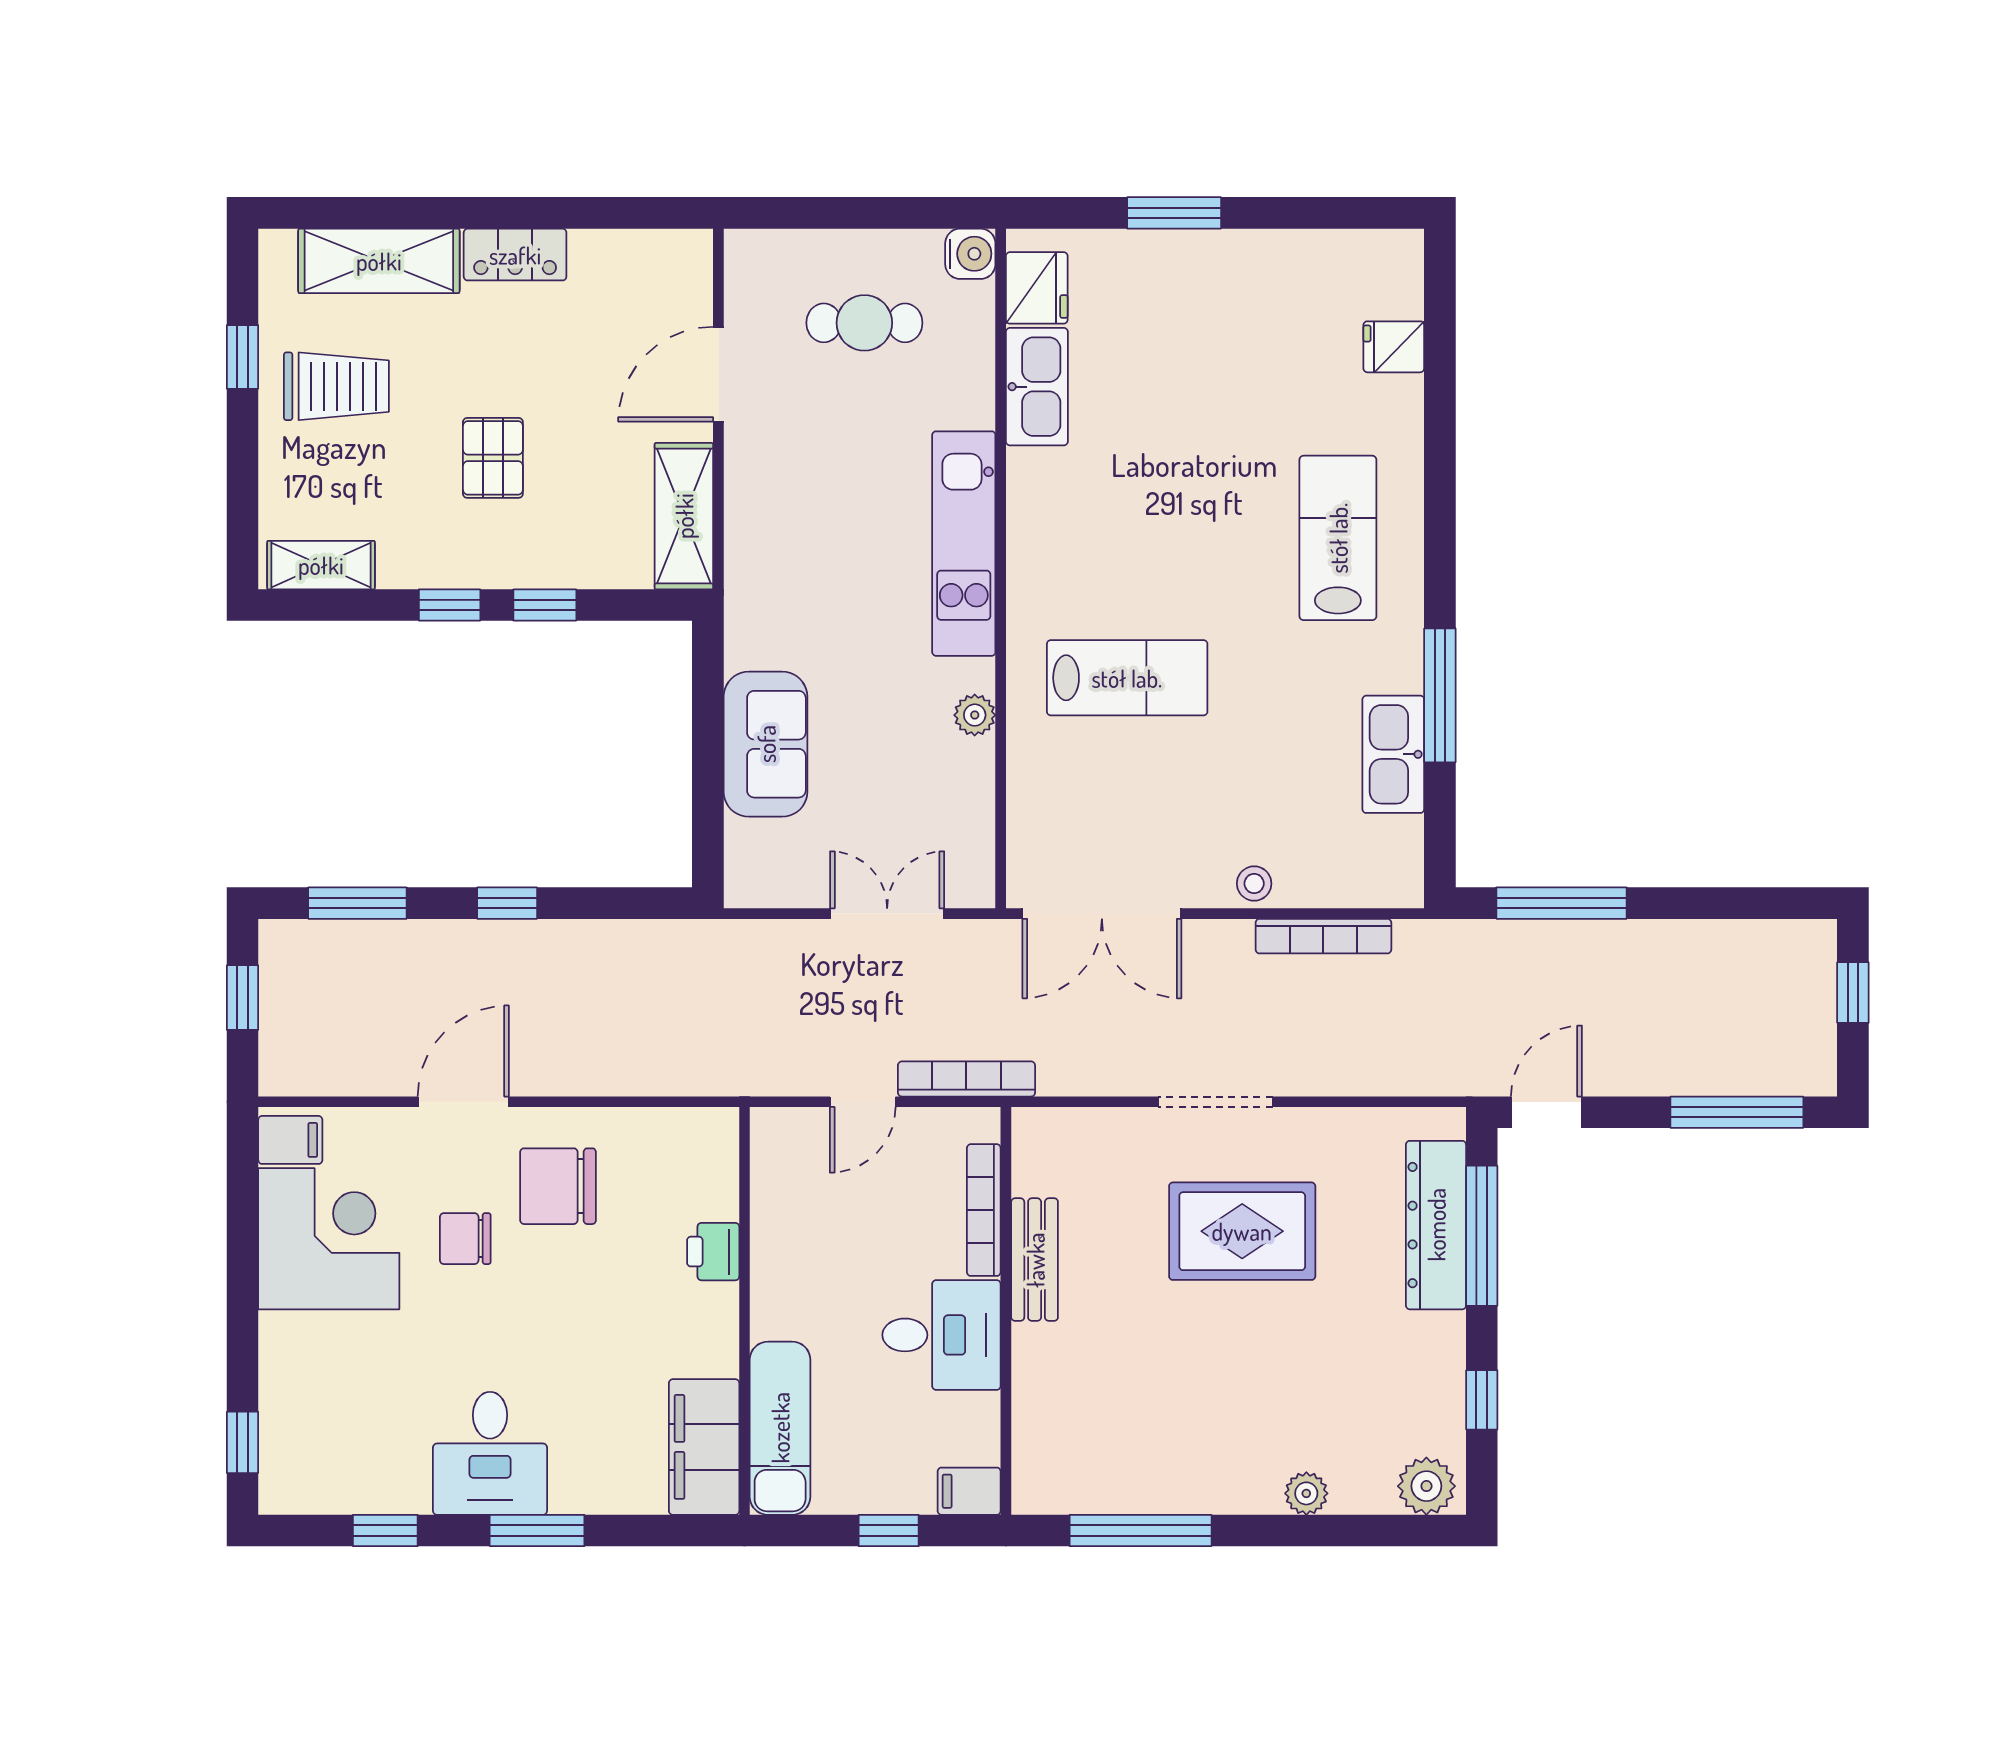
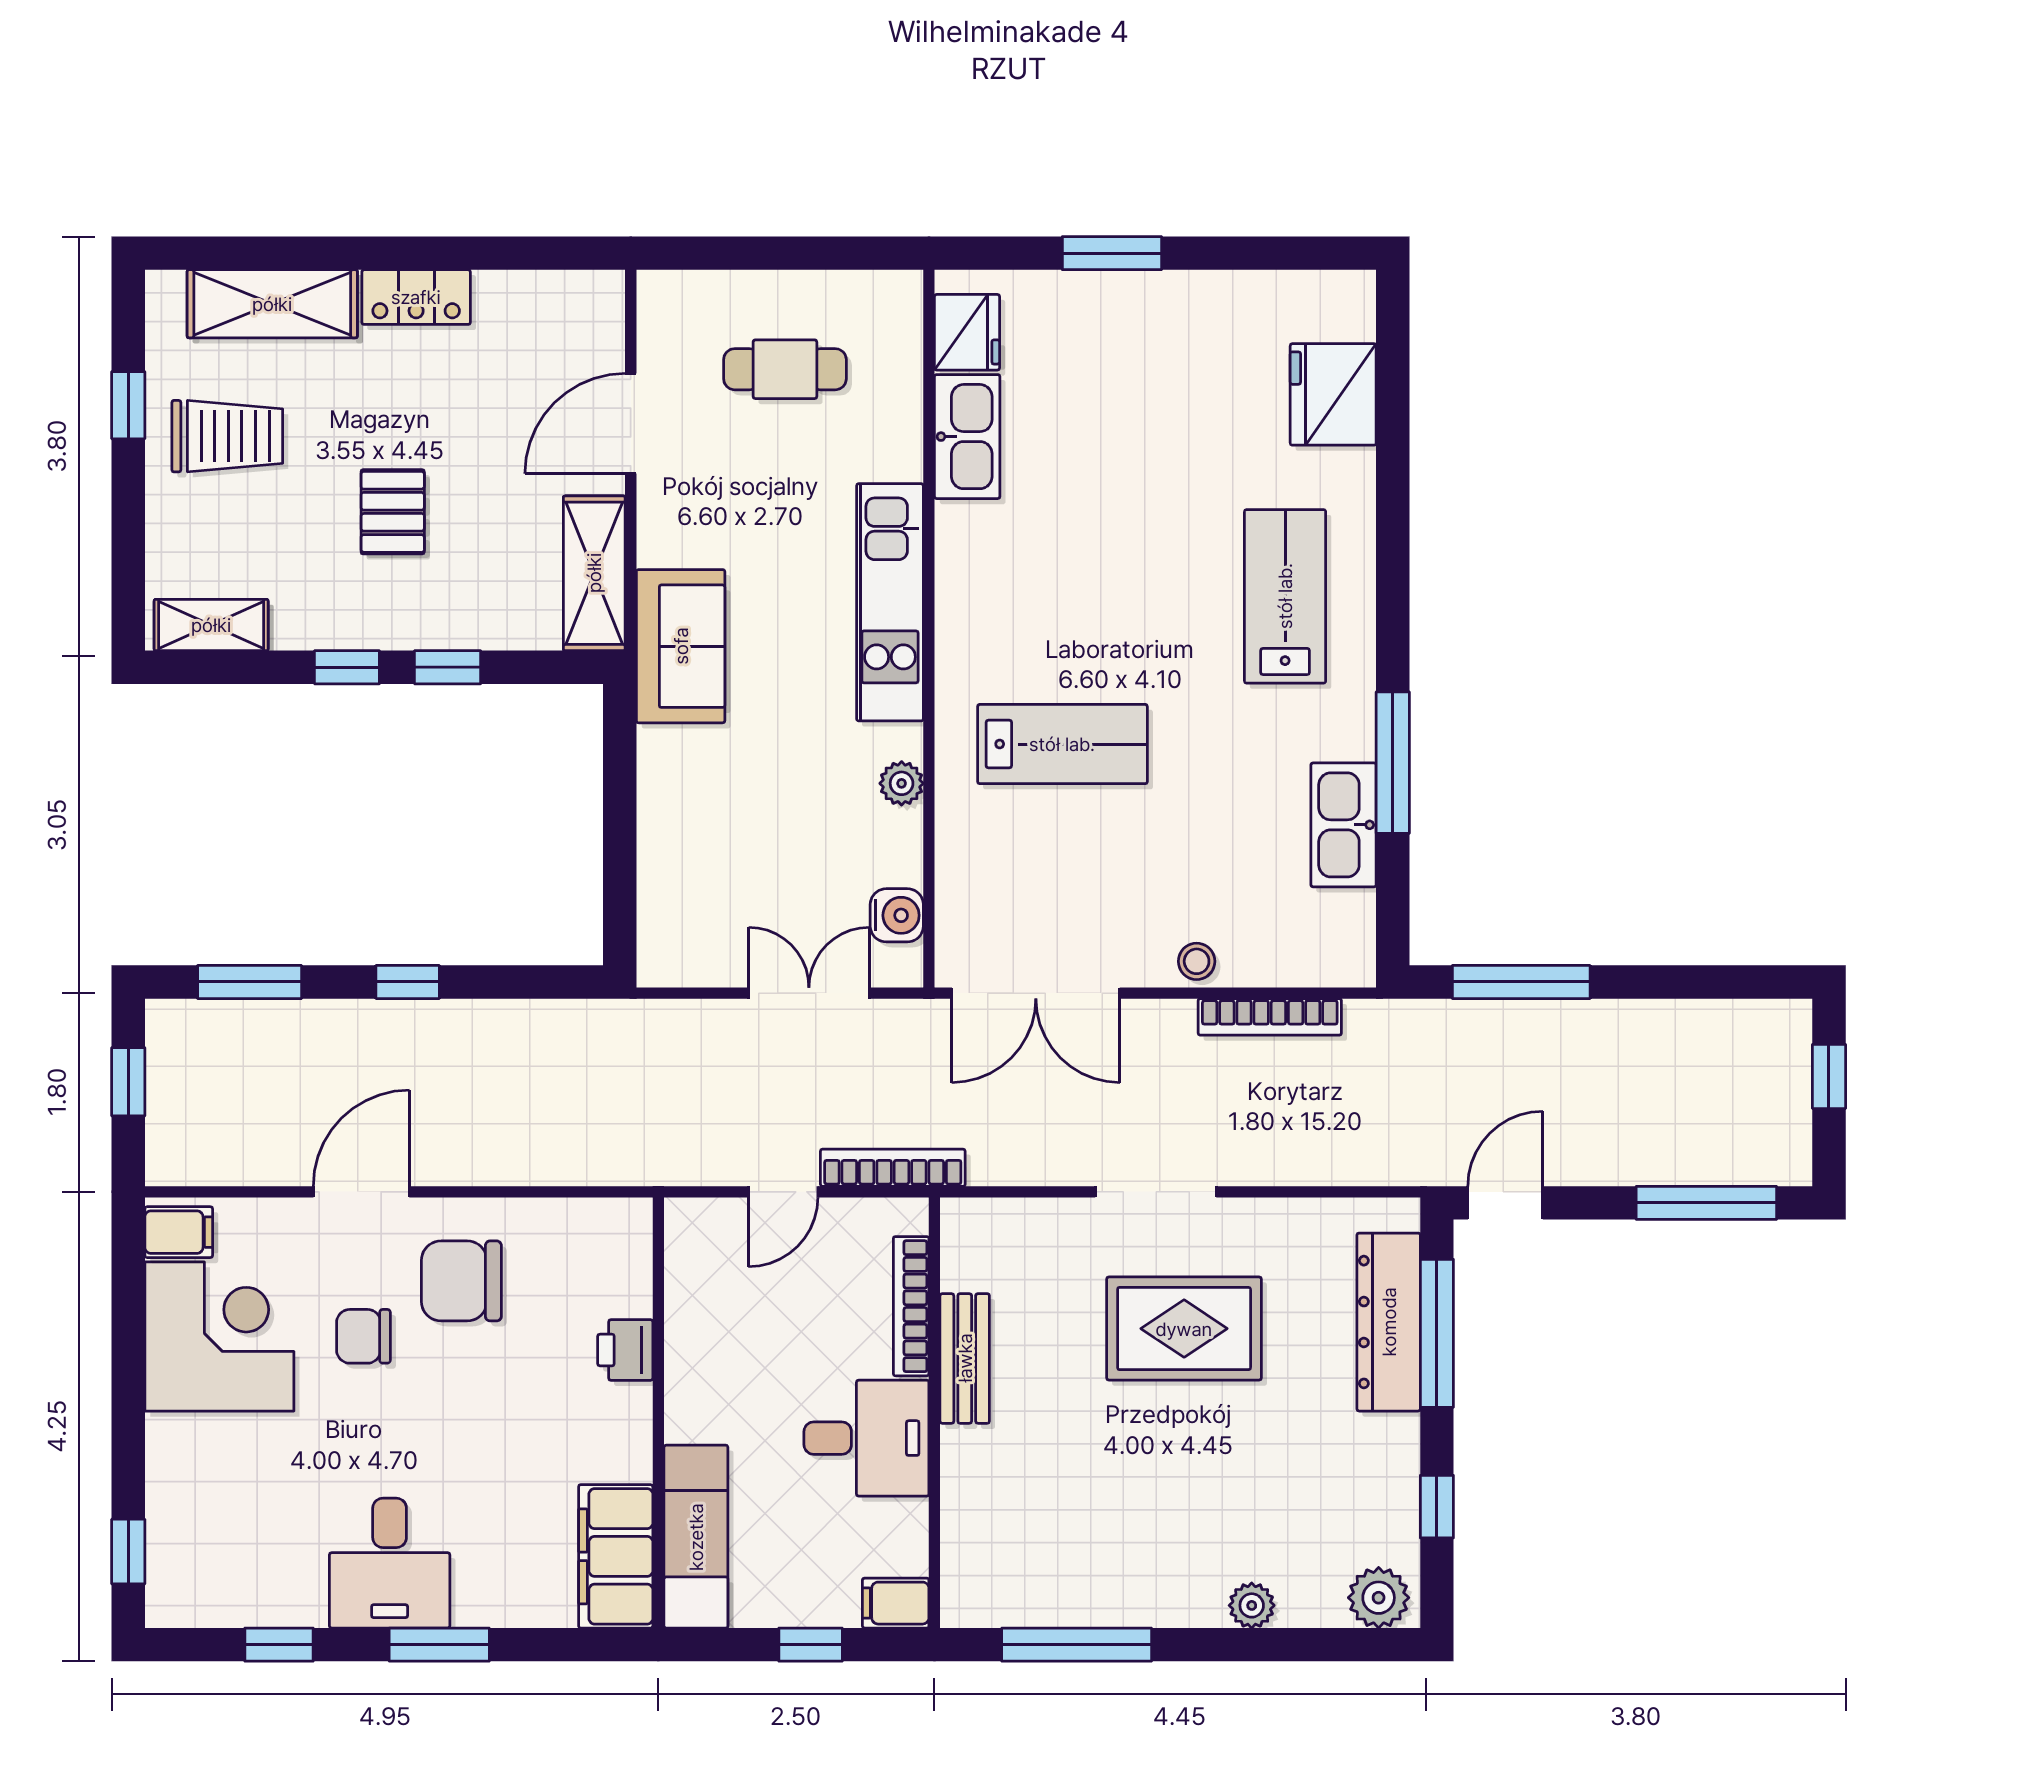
water cooler: (970, 254) -> (897, 915), moved
fridge: (1394, 347) -> (1333, 394), width x1.88, depth x1.34
sofa: (766, 744) -> (681, 646), moved

